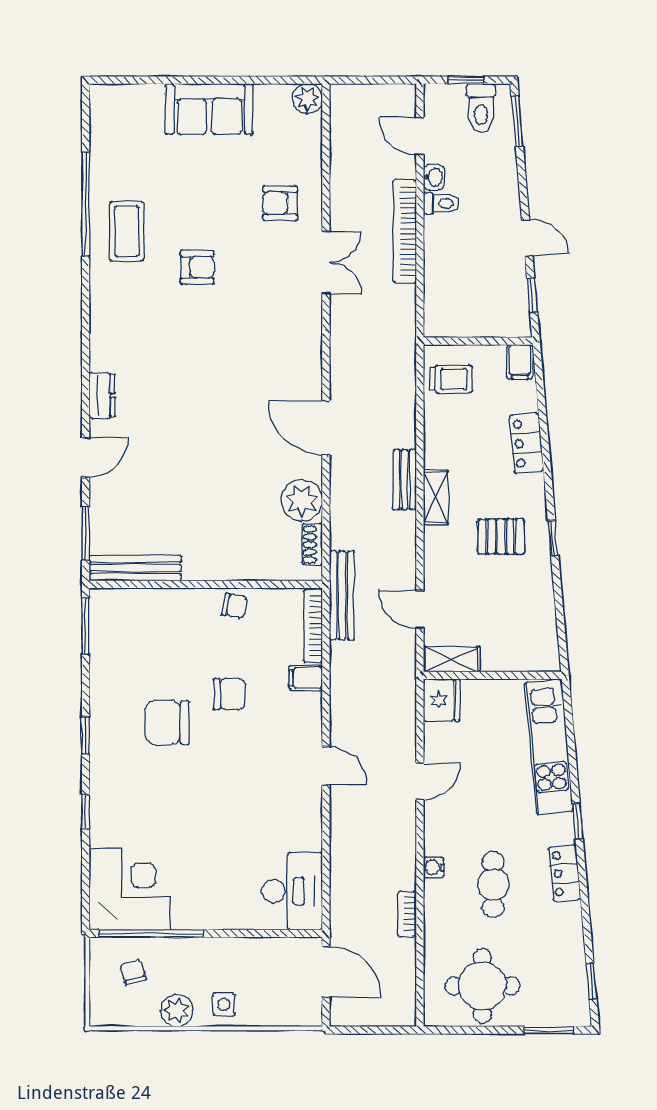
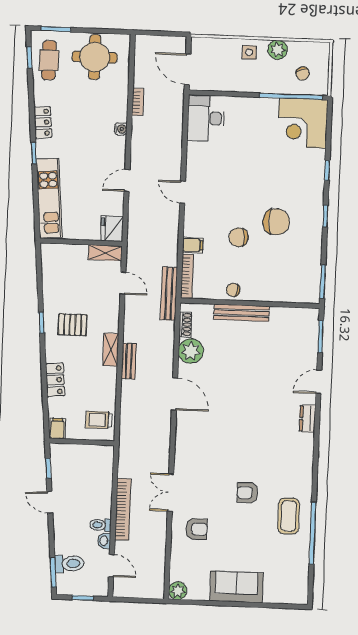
toilet: (481, 108) -> (69, 564), moved, turned 85
bench: (135, 568) -> (242, 313), moved
cafe table: (493, 885) -> (49, 60), moved

